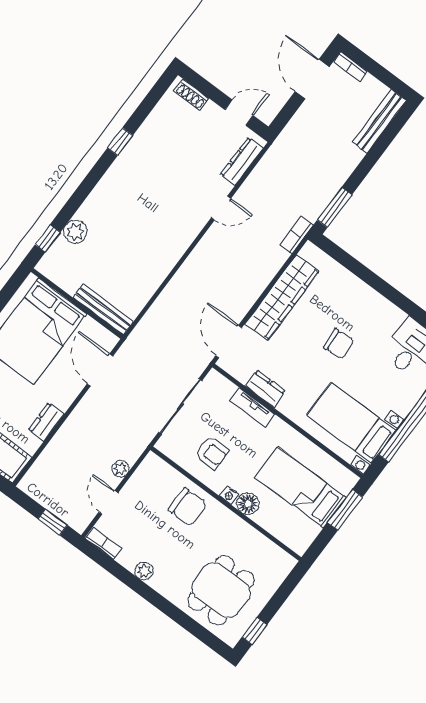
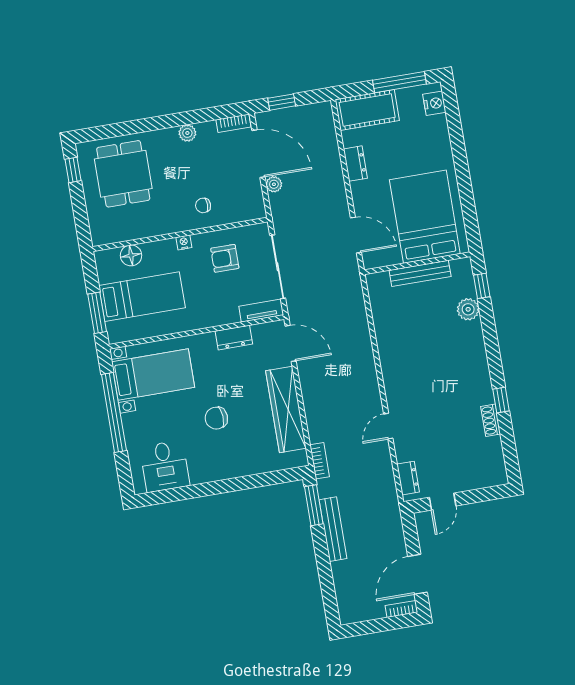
door: (312, 79) -> (418, 574), swing flipped
shoe rack: (191, 95) -> (491, 420), moved, turned -90
bench: (379, 121) -> (333, 529), moved
dresser: (242, 161) -> (408, 478), width x0.70
bench: (103, 310) -> (420, 273), moved
tv unit: (252, 408) -> (261, 311), moved
door: (108, 502) -> (259, 154), width x1.87
floor lamp: (248, 504) -> (131, 255), moved
chair: (188, 507) -> (203, 205), width x0.54, depth x0.54

